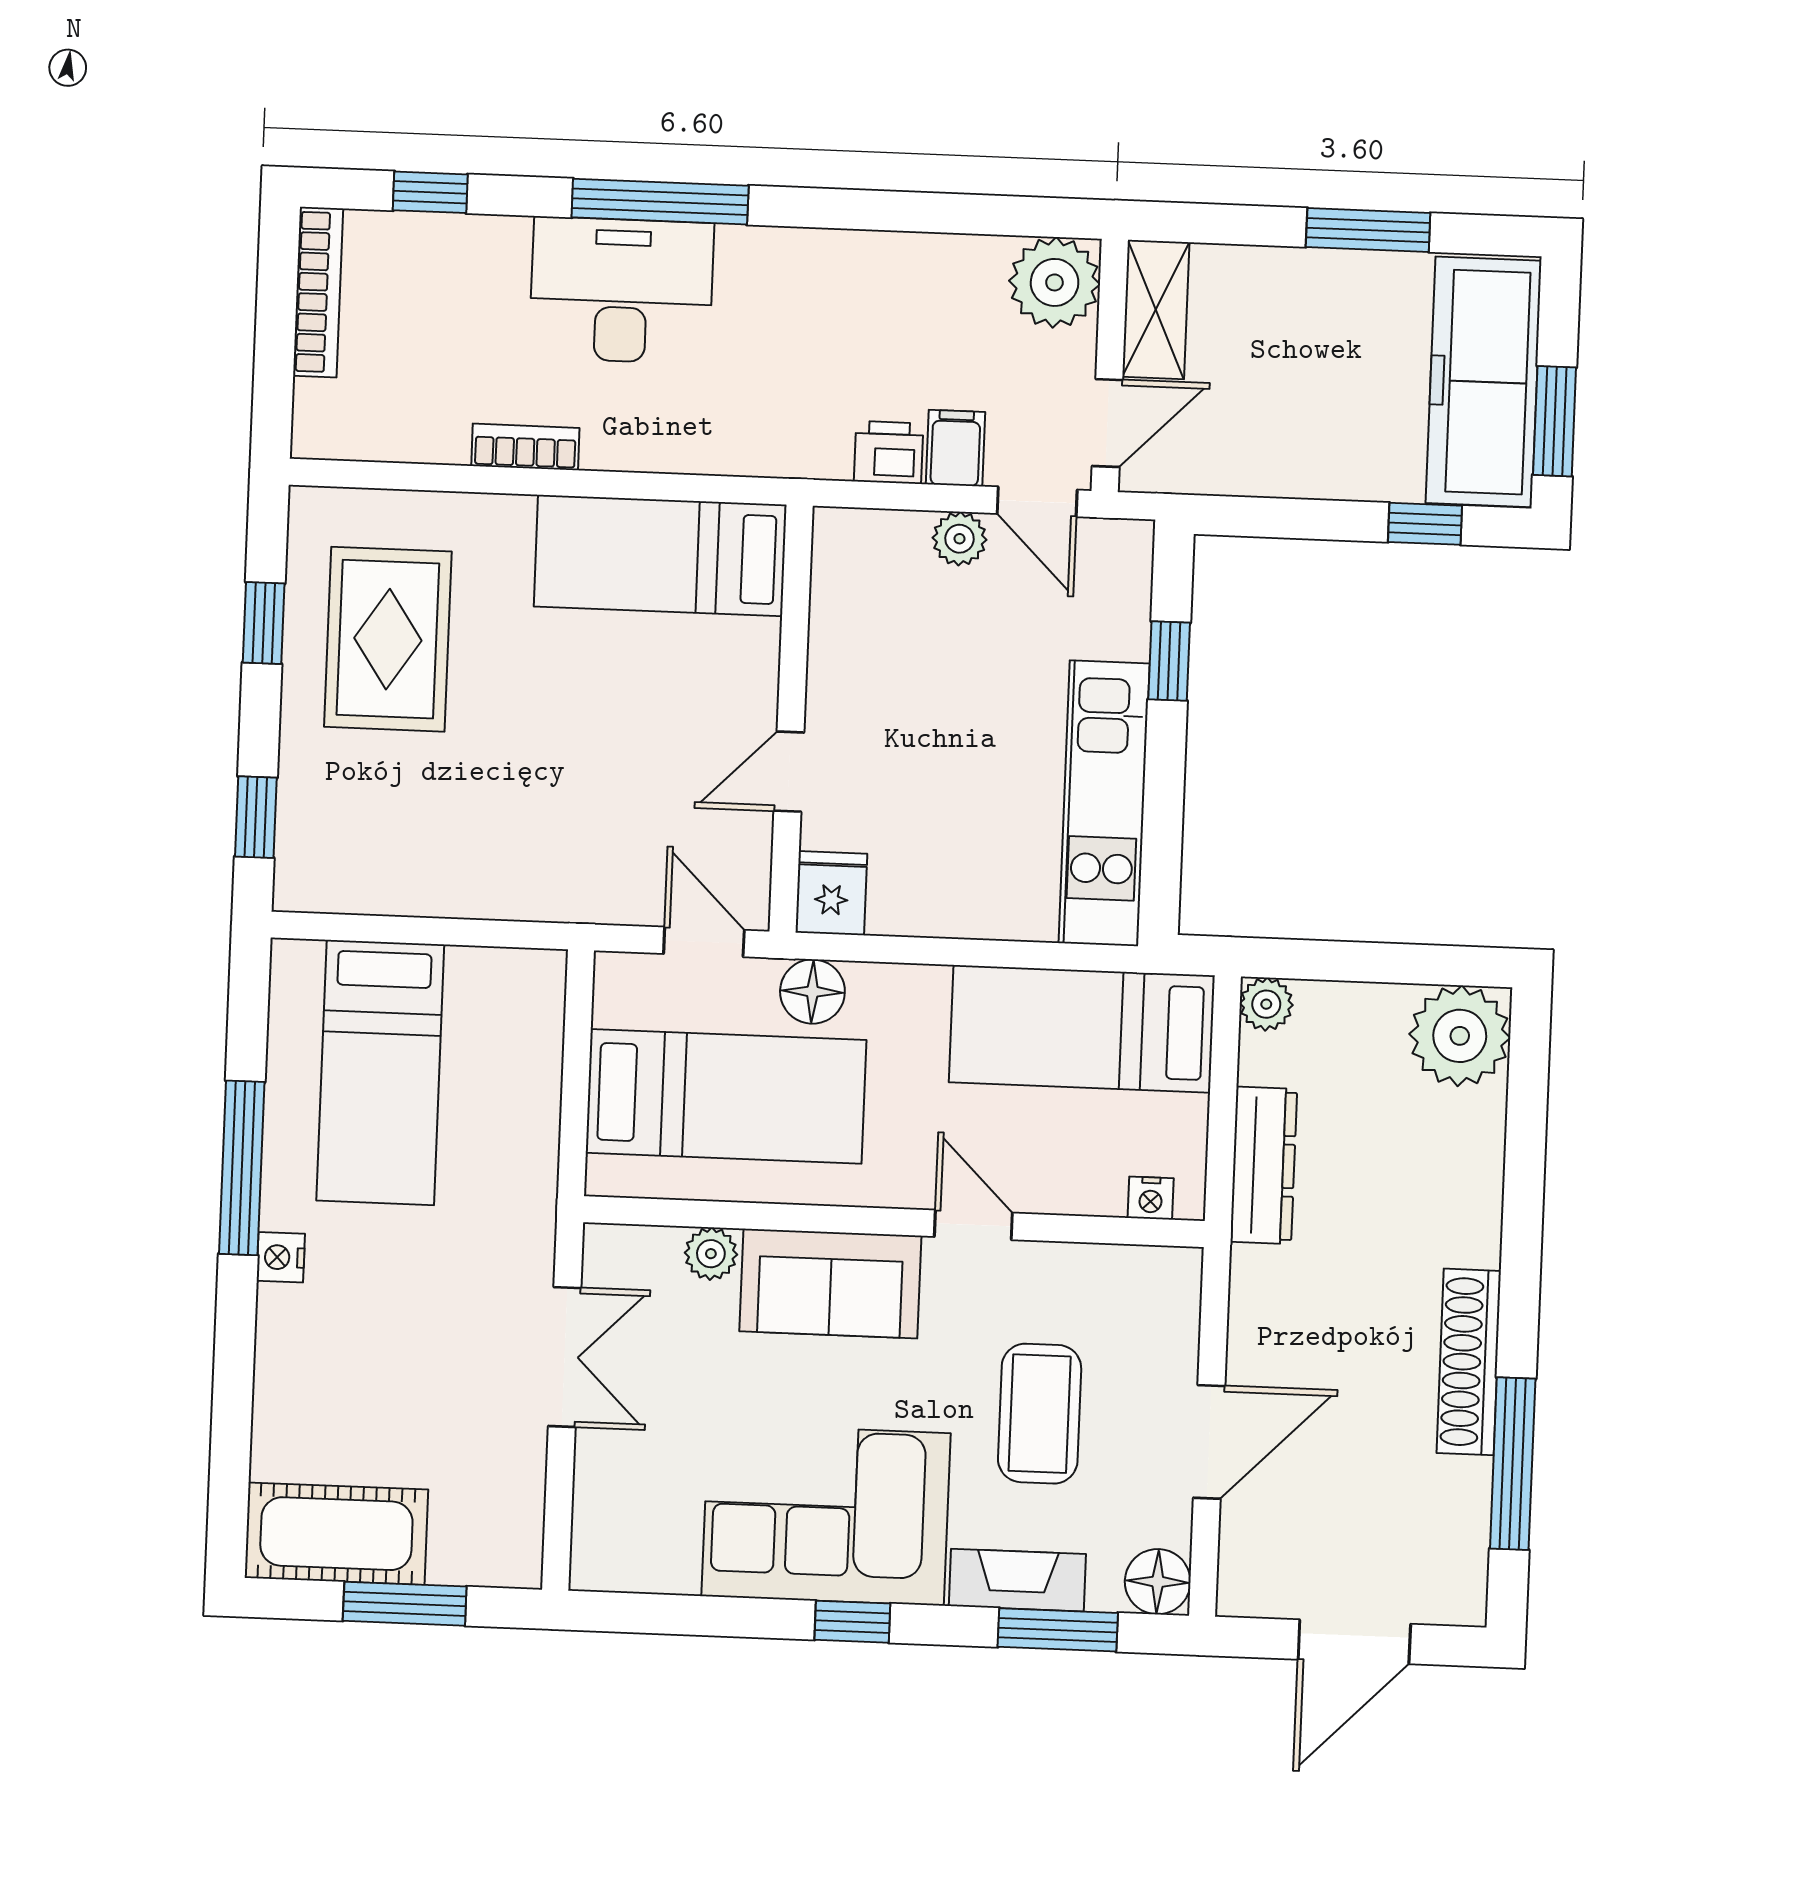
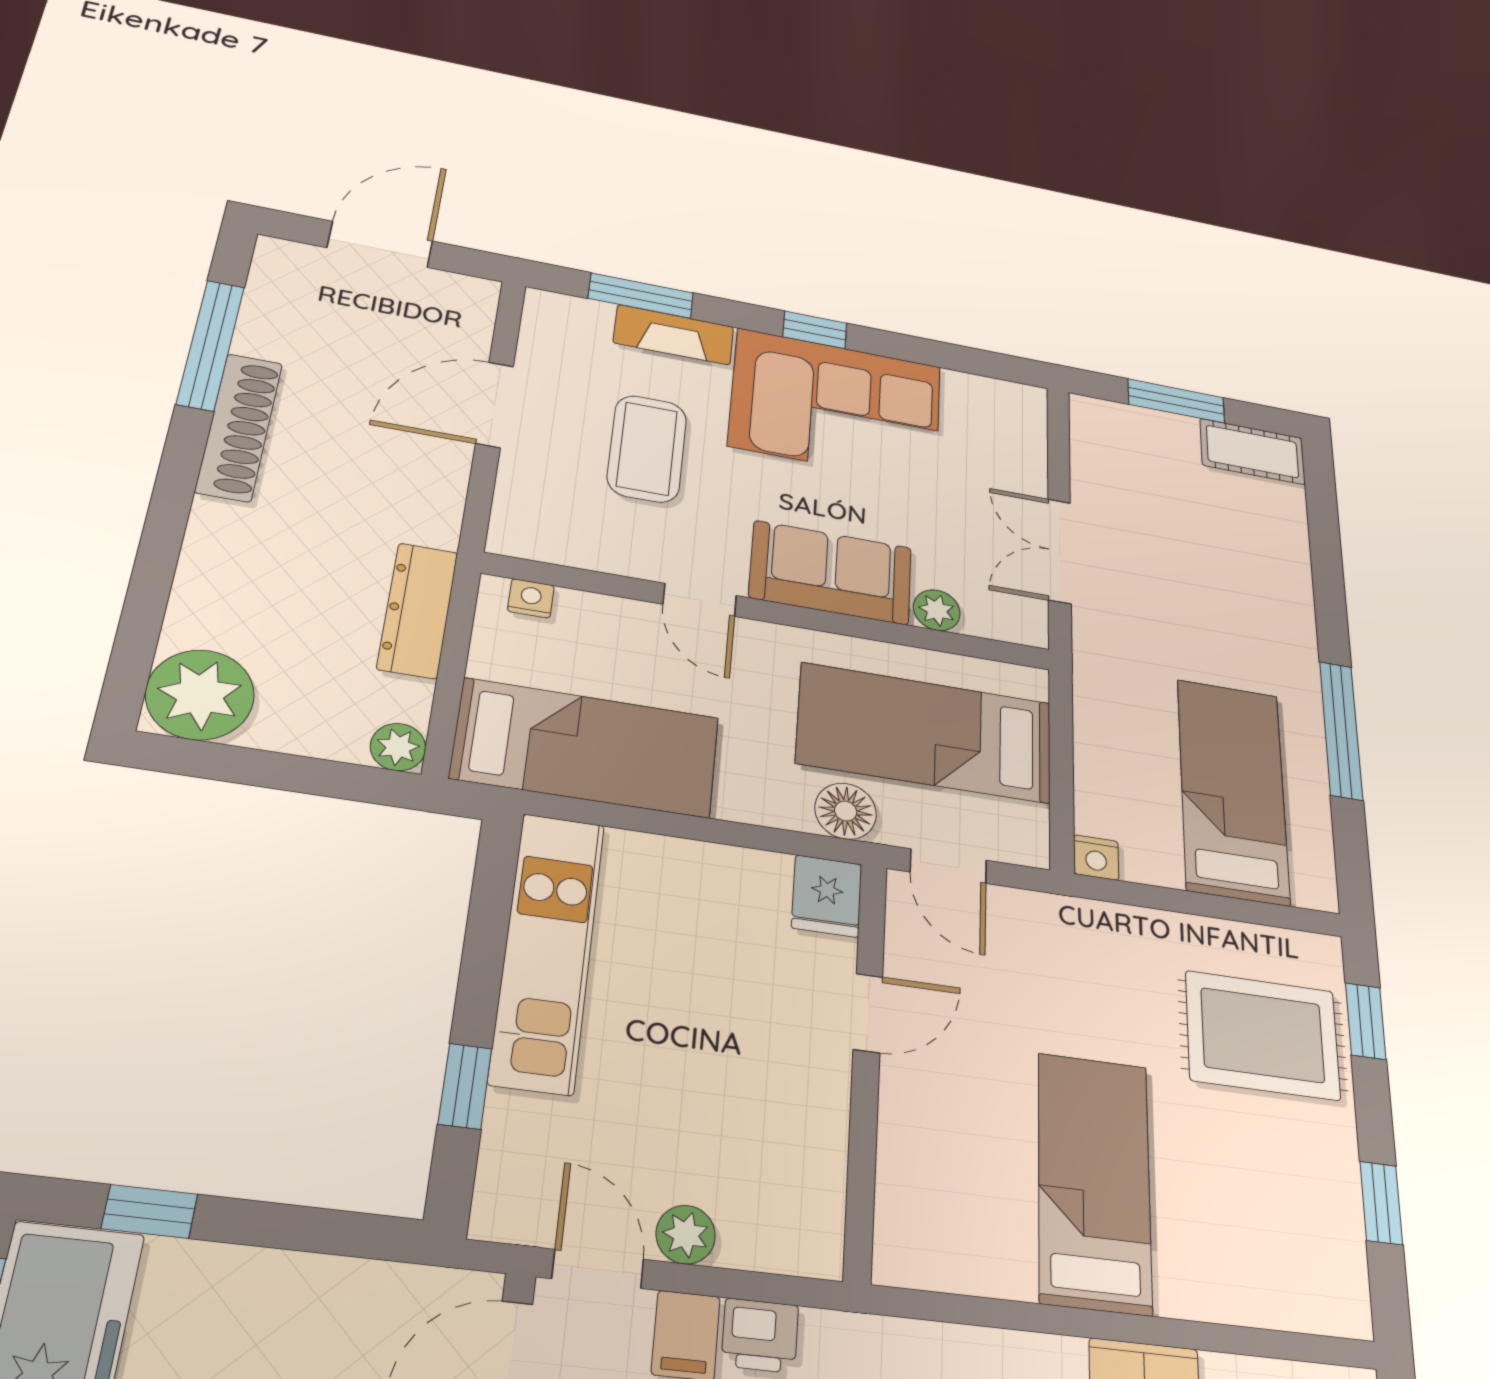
bed: (660, 556) -> (1094, 1182), moved, turned -90
rug: (388, 639) -> (1263, 1035), moved, turned 90
nightstand: (281, 1257) -> (1096, 857), moved, turned 90
cot: (336, 1534) -> (1253, 452), width x0.73, depth x0.75
floor lamp: (1158, 1582) -> (551, 314), removed

